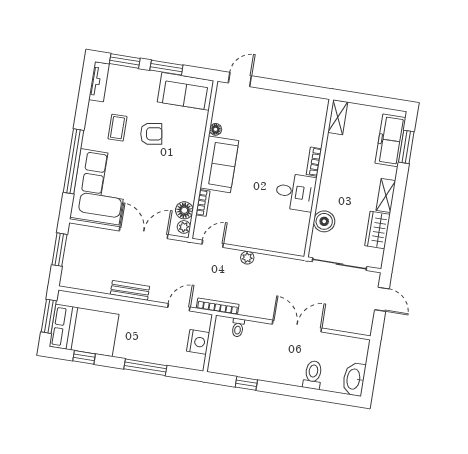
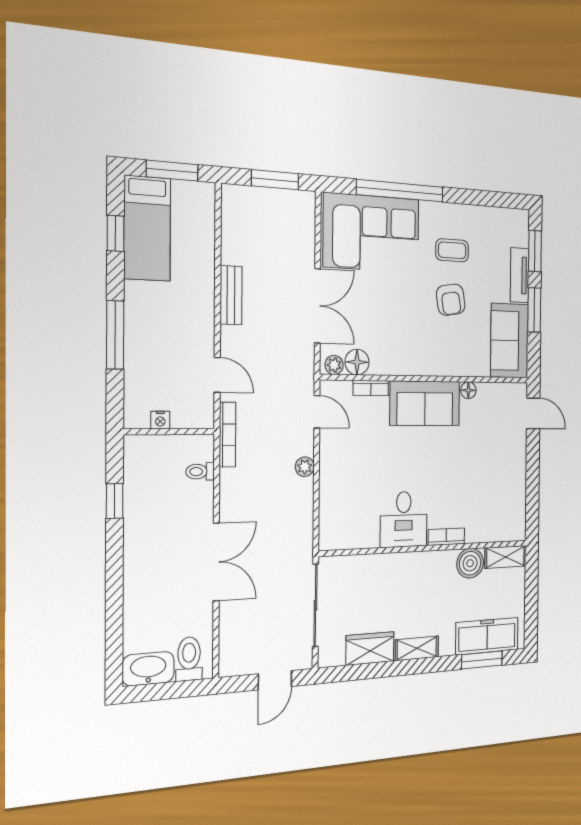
tv unit: (99, 82) -> (520, 275), moved, turned 90
boiler: (324, 221) -> (470, 563), moved
bed: (84, 330) -> (147, 228), width x0.67
nightstand: (198, 342) -> (160, 420), width x0.53, depth x0.56
toilet: (313, 375) -> (189, 659), moved, turned -90

